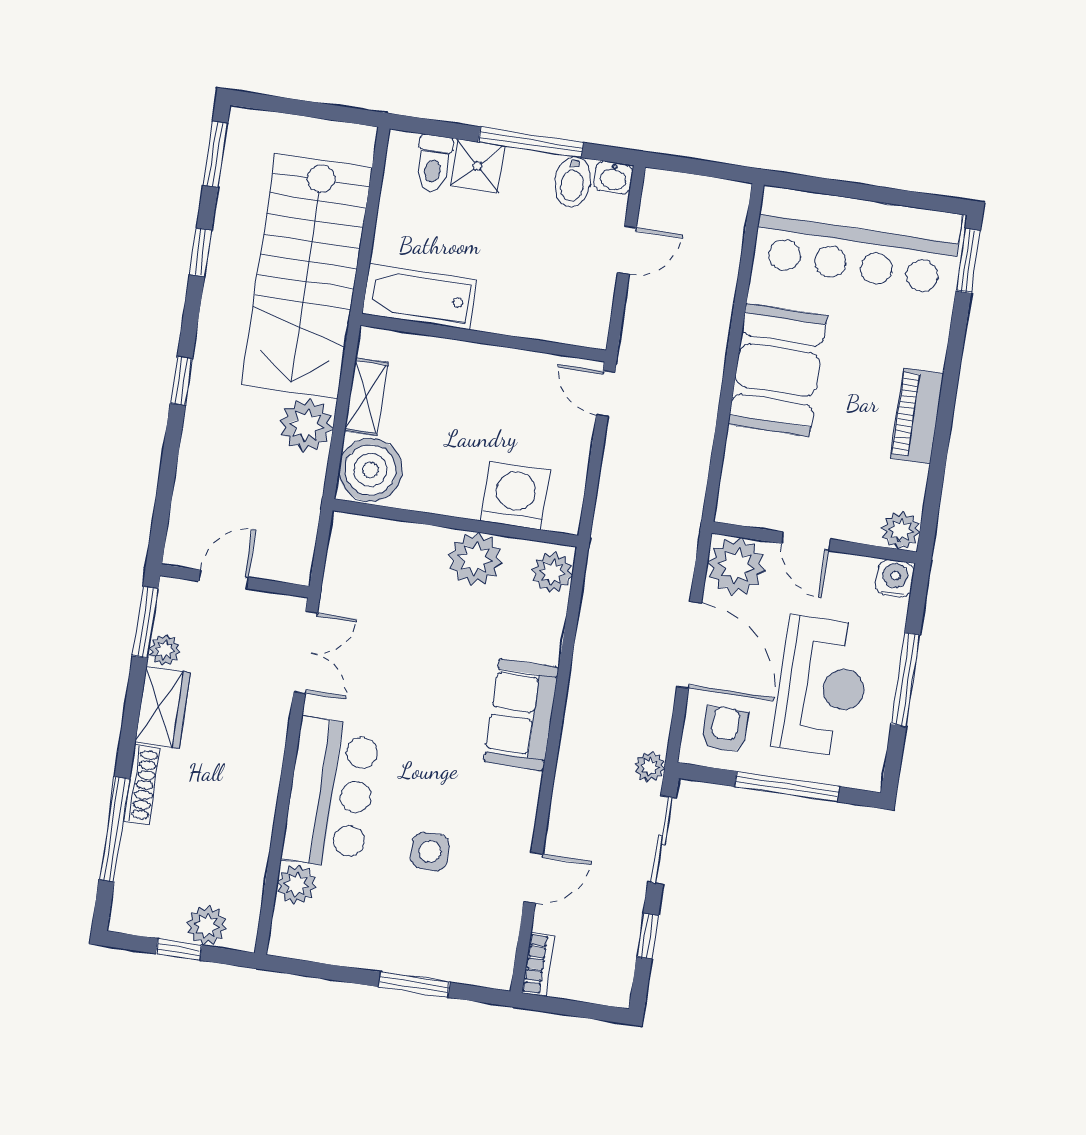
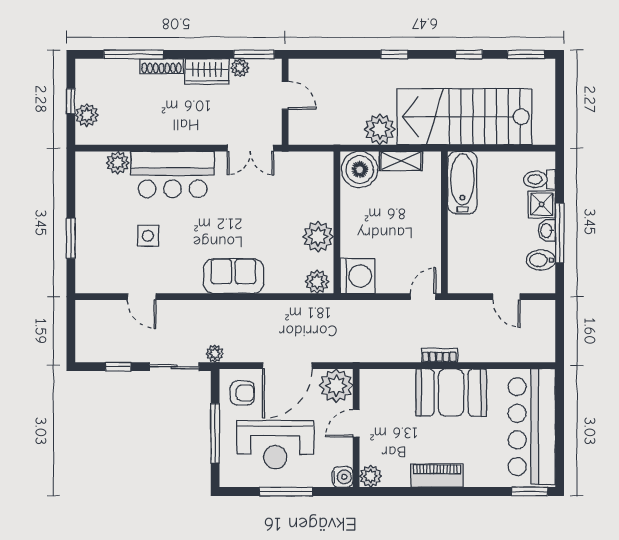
washbasin: (613, 177) -> (547, 231), moved
washing machine: (515, 496) -> (357, 276), moved
bookcase: (538, 964) -> (439, 355), moved, turned 180

